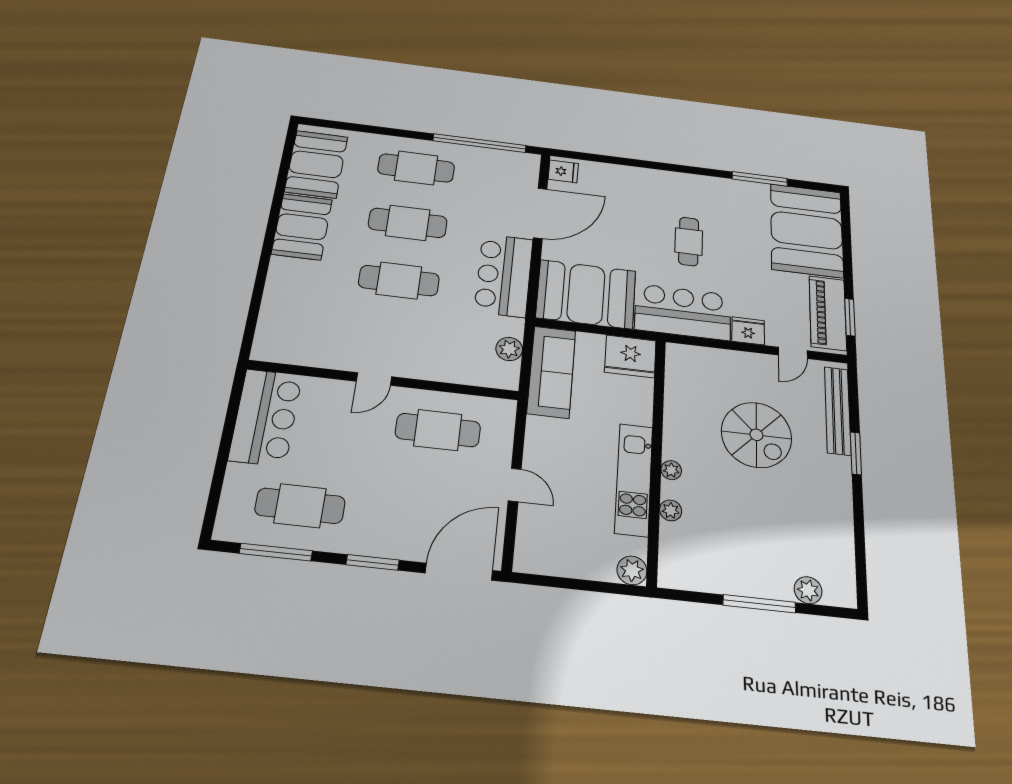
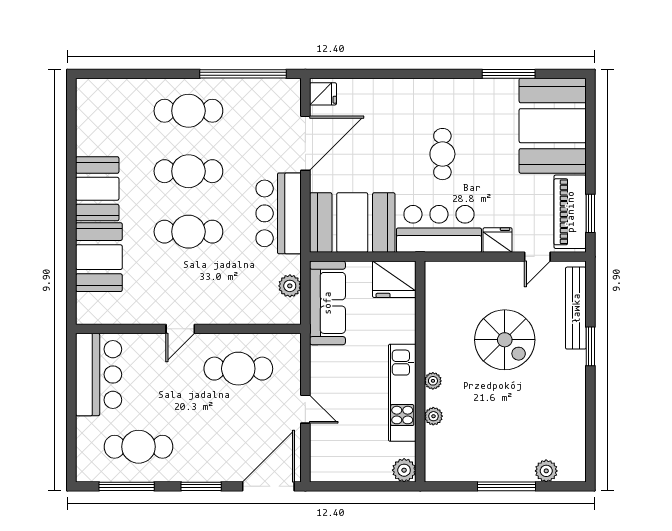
booth: (316, 164) -> (99, 257), moved

